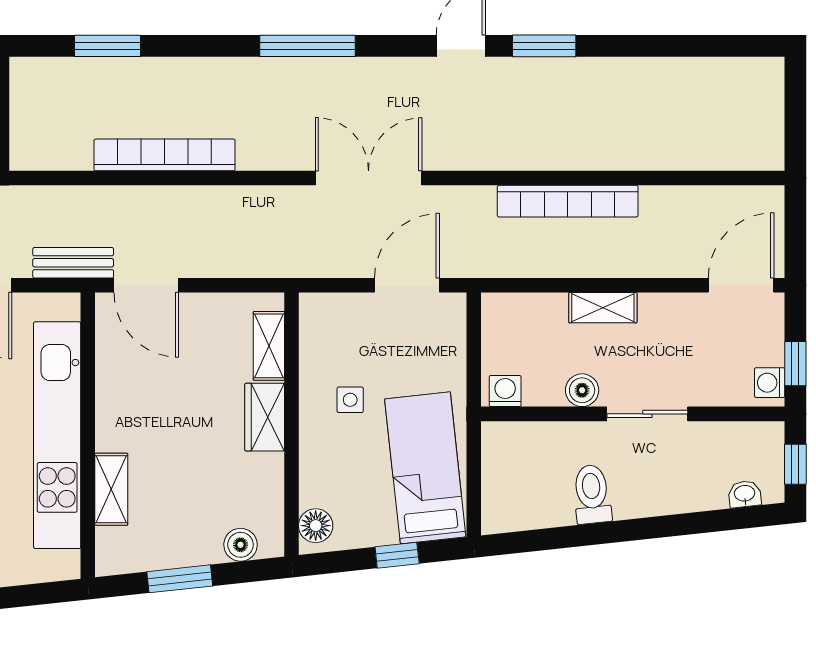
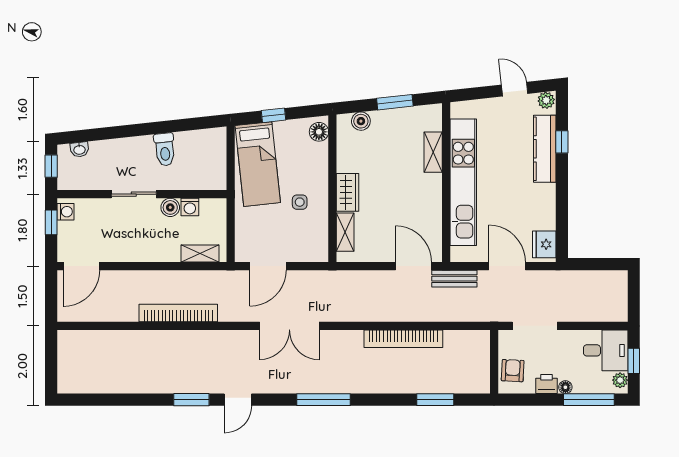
shelving: (603, 308) -> (200, 254), moved
washing machine: (505, 391) -> (190, 207), moved

